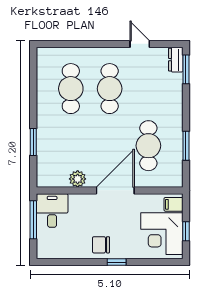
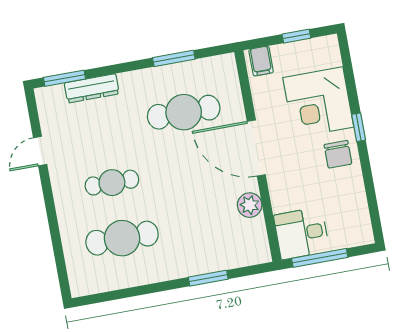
dresser: (176, 60) -> (92, 88), moved, width x1.44
cafe table: (110, 89) -> (112, 183), width x0.73, depth x0.74
corner desk: (162, 234) -> (318, 102), moved, turned 90

